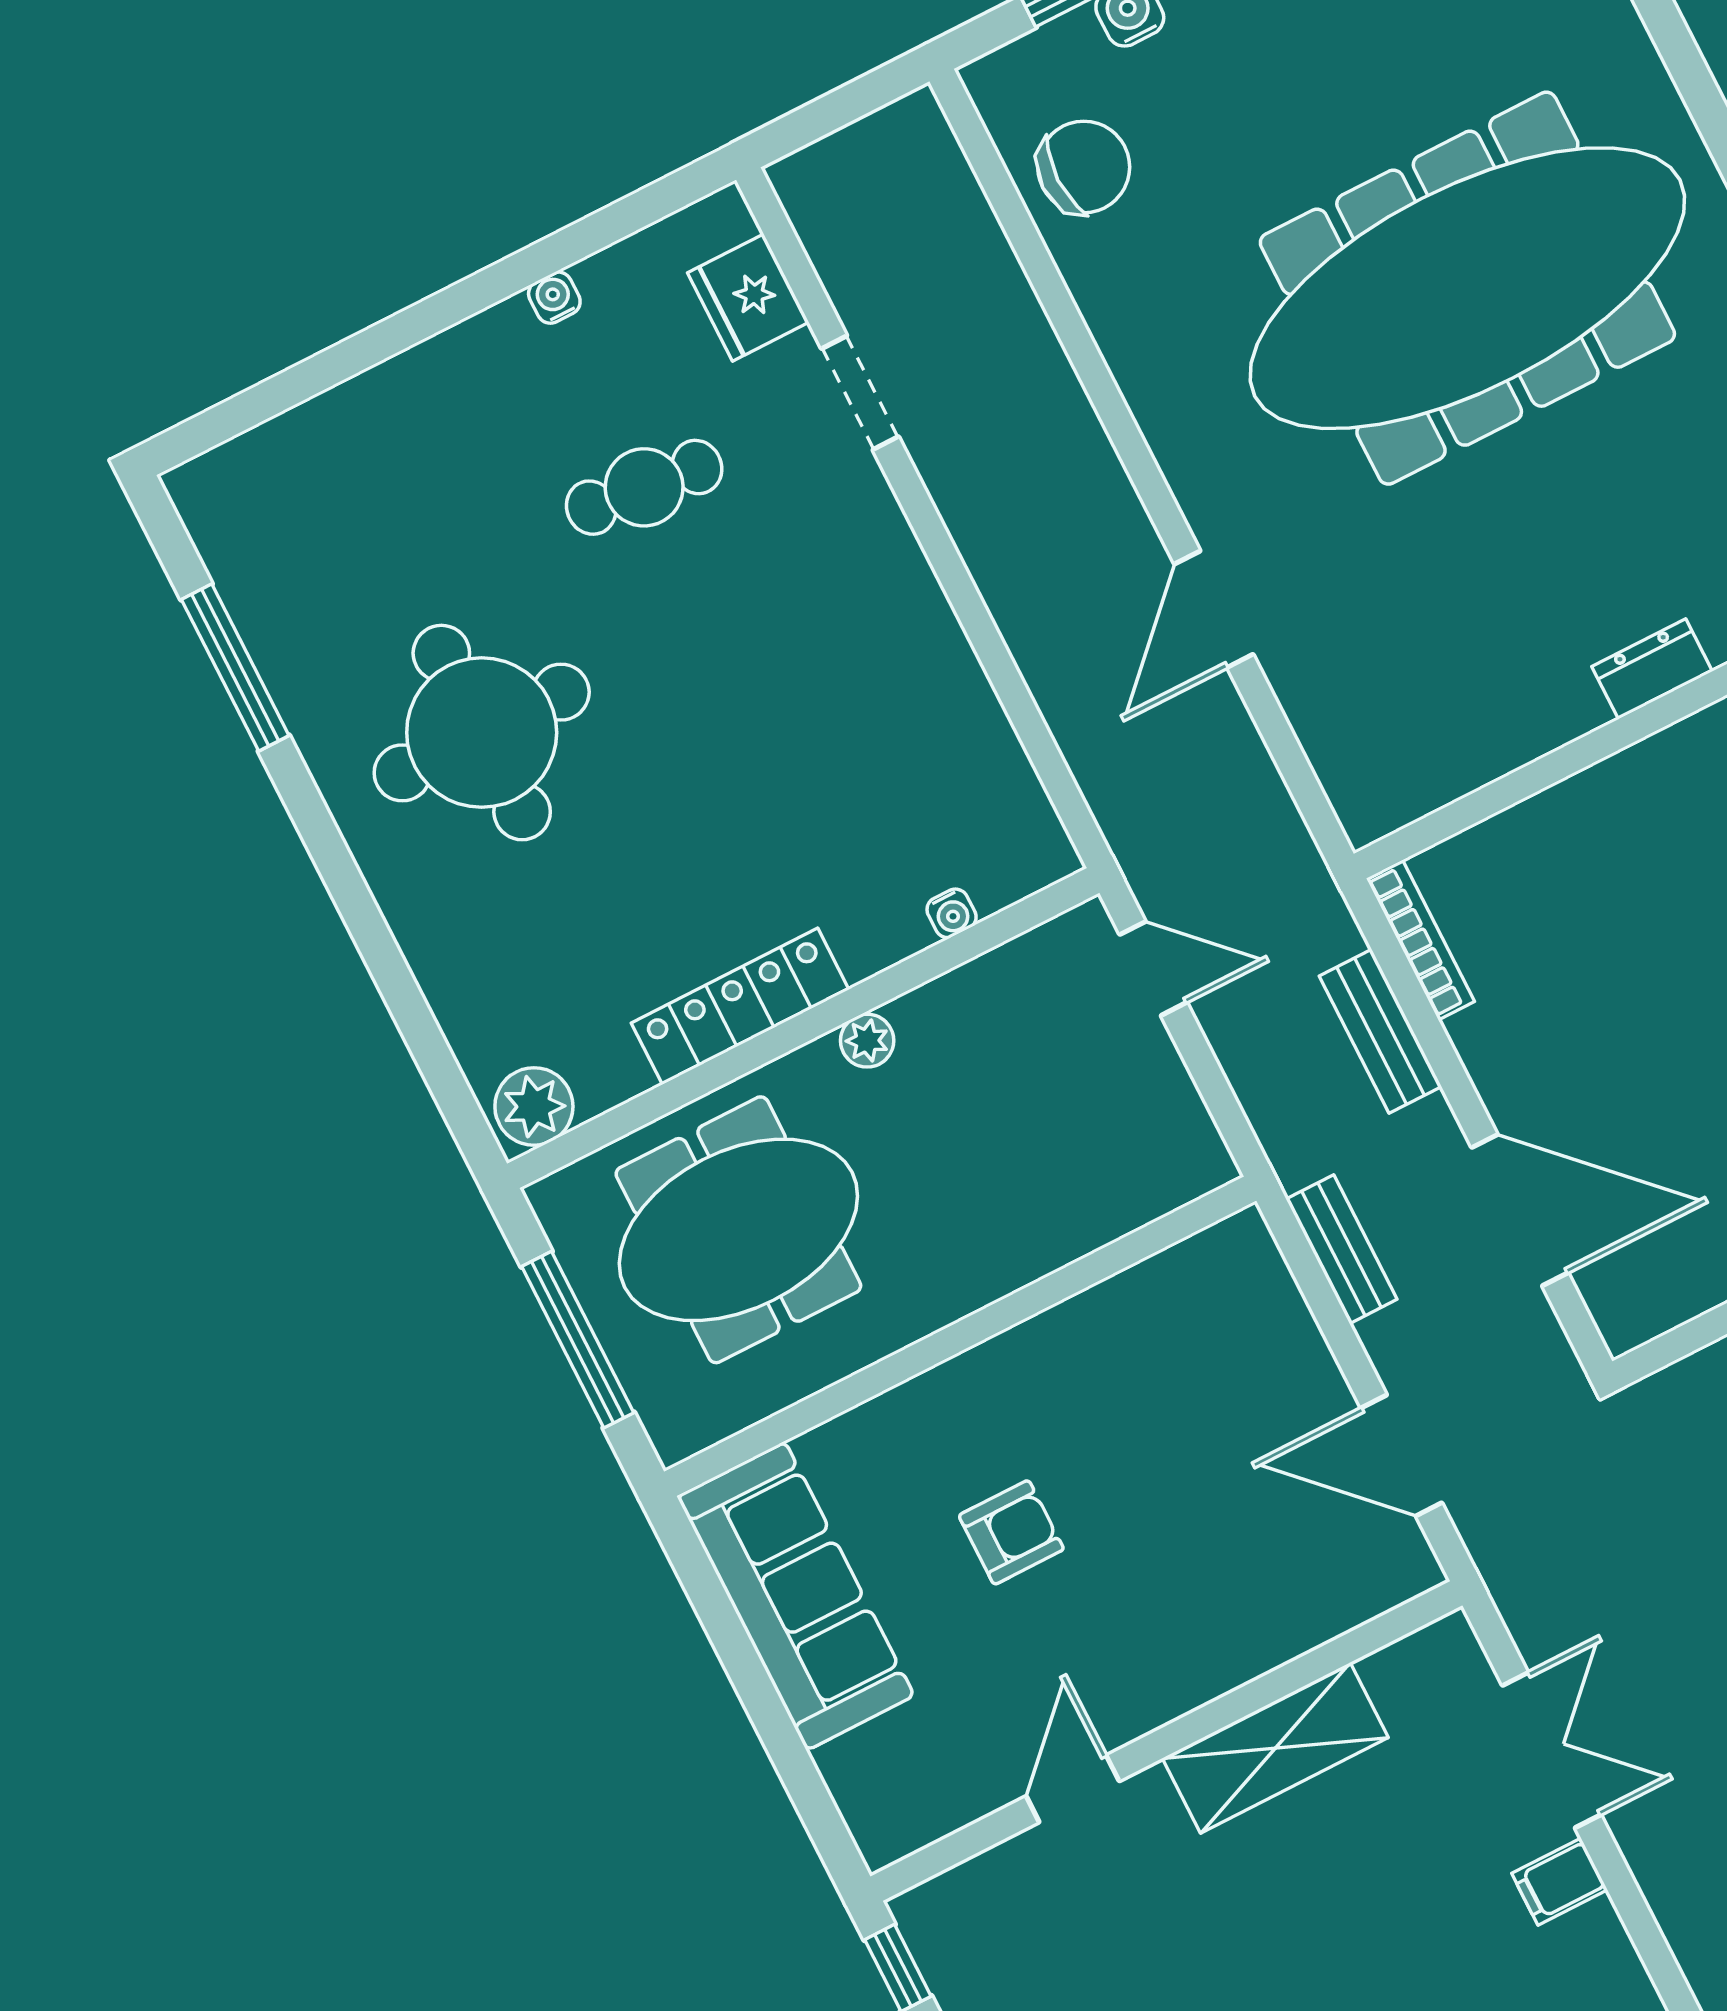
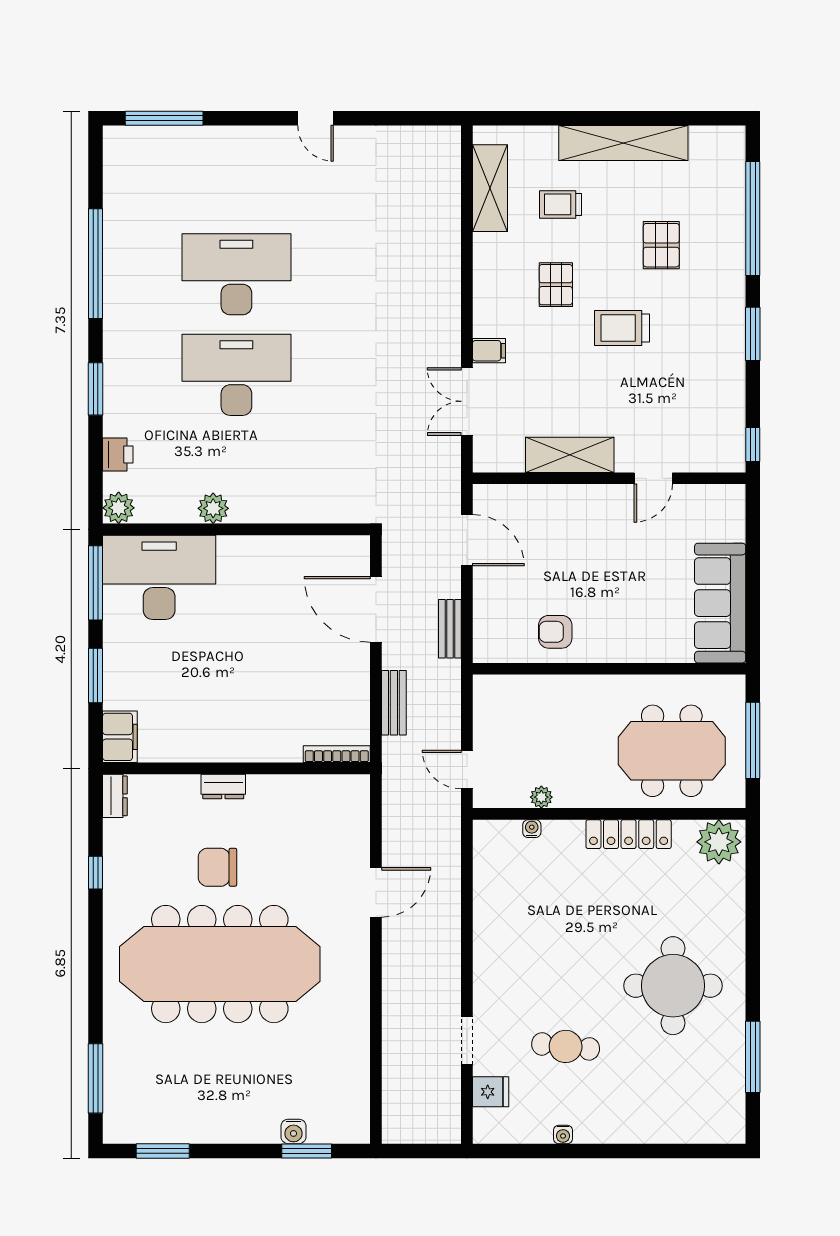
chair: (1084, 167) -> (217, 867), moved
fridge: (748, 298) -> (491, 1092), width x0.72
bookcase: (1420, 940) -> (337, 754), moved, turned 90
plant: (867, 1041) -> (541, 797), moved
plant: (534, 1106) -> (719, 842), width x1.36, depth x1.36
armchair: (1011, 1532) -> (555, 632), moved

